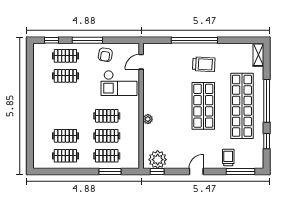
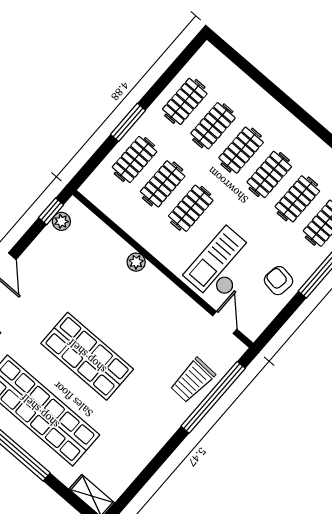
window: (194, 40) -> (213, 397), moved
trolley: (204, 64) -> (193, 380), moved
clothes rail: (65, 96) -> (269, 174), added
clothes rail: (65, 116) -> (241, 150), added
plant: (158, 160) -> (61, 221), width x0.53, depth x0.53
window: (110, 171) -> (128, 122), moved

